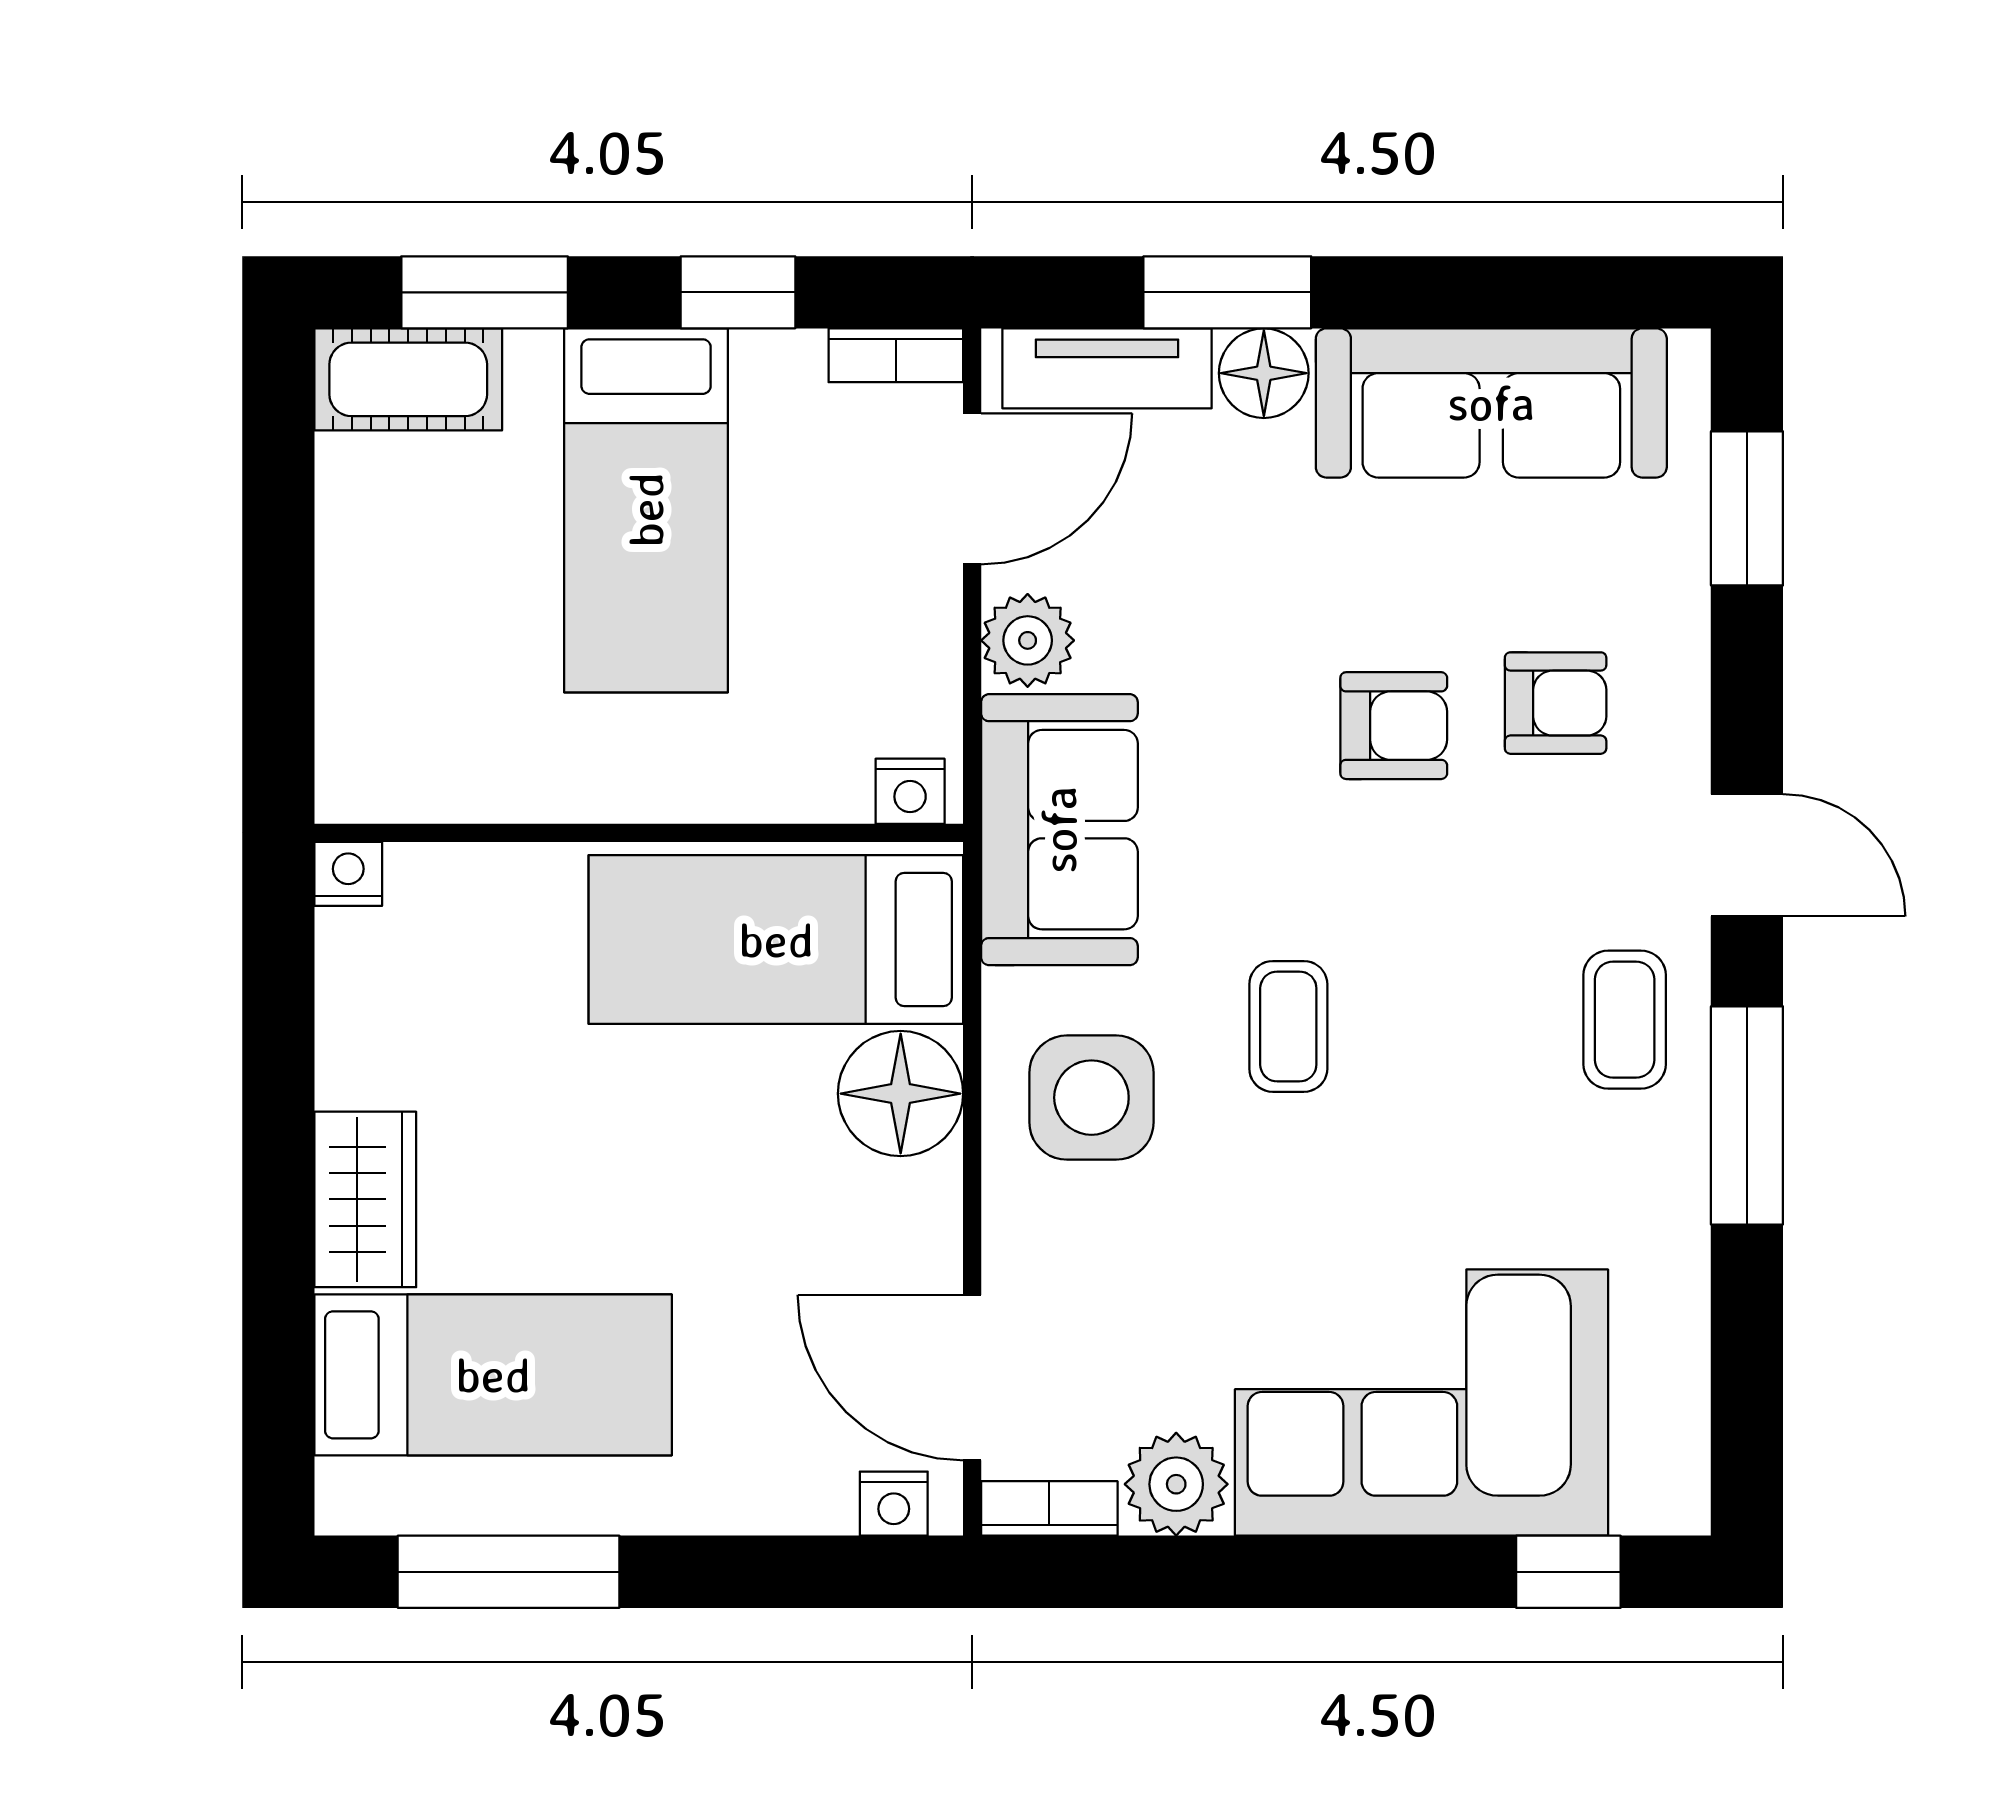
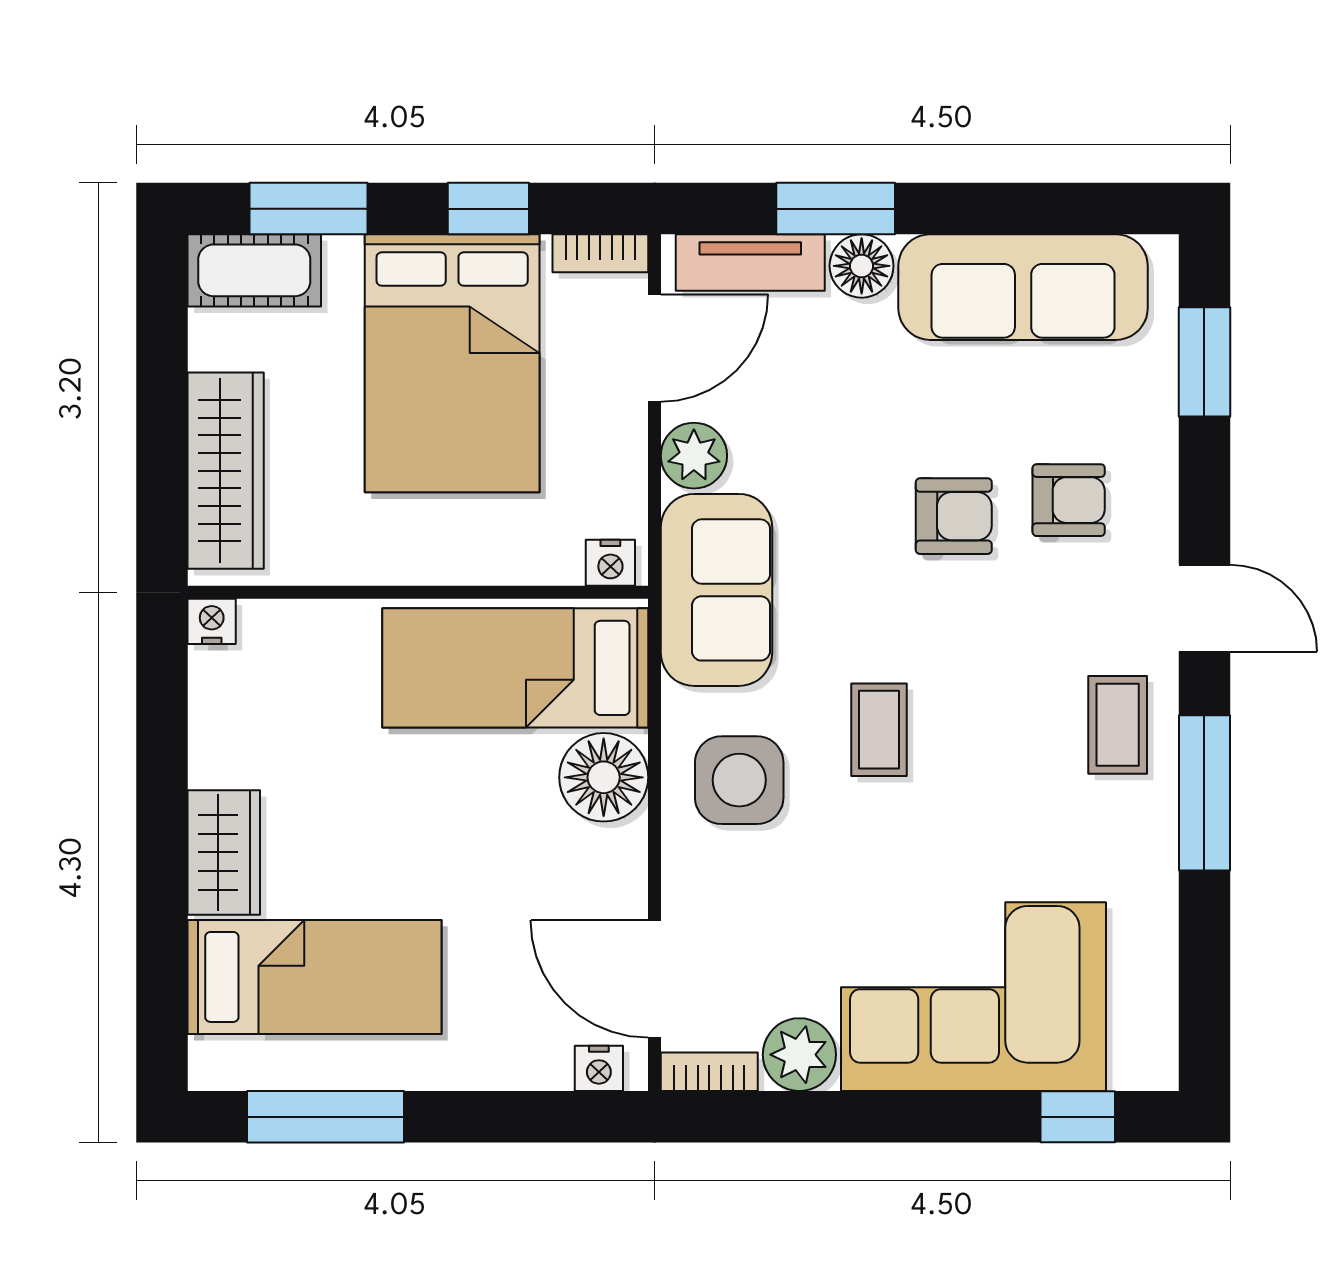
bed: (646, 510) -> (452, 363), width x1.50
wardrobe: (368, 662) -> (226, 471), added

